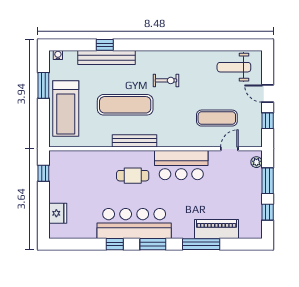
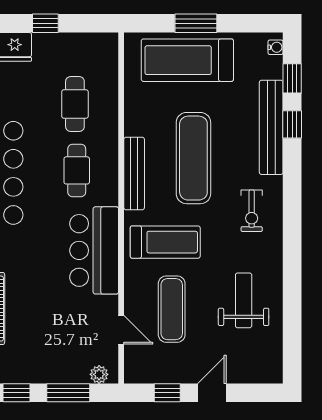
window: (77, 45) -> (292, 78), added
weight bench: (234, 67) -> (244, 300), moved
exercise bike: (166, 80) -> (252, 211), moved
window: (43, 85) -> (196, 23), moved
treadmill: (176, 122) -> (165, 242), added
window: (43, 173) -> (45, 23), moved
cafe table: (92, 177) -> (75, 104), added

